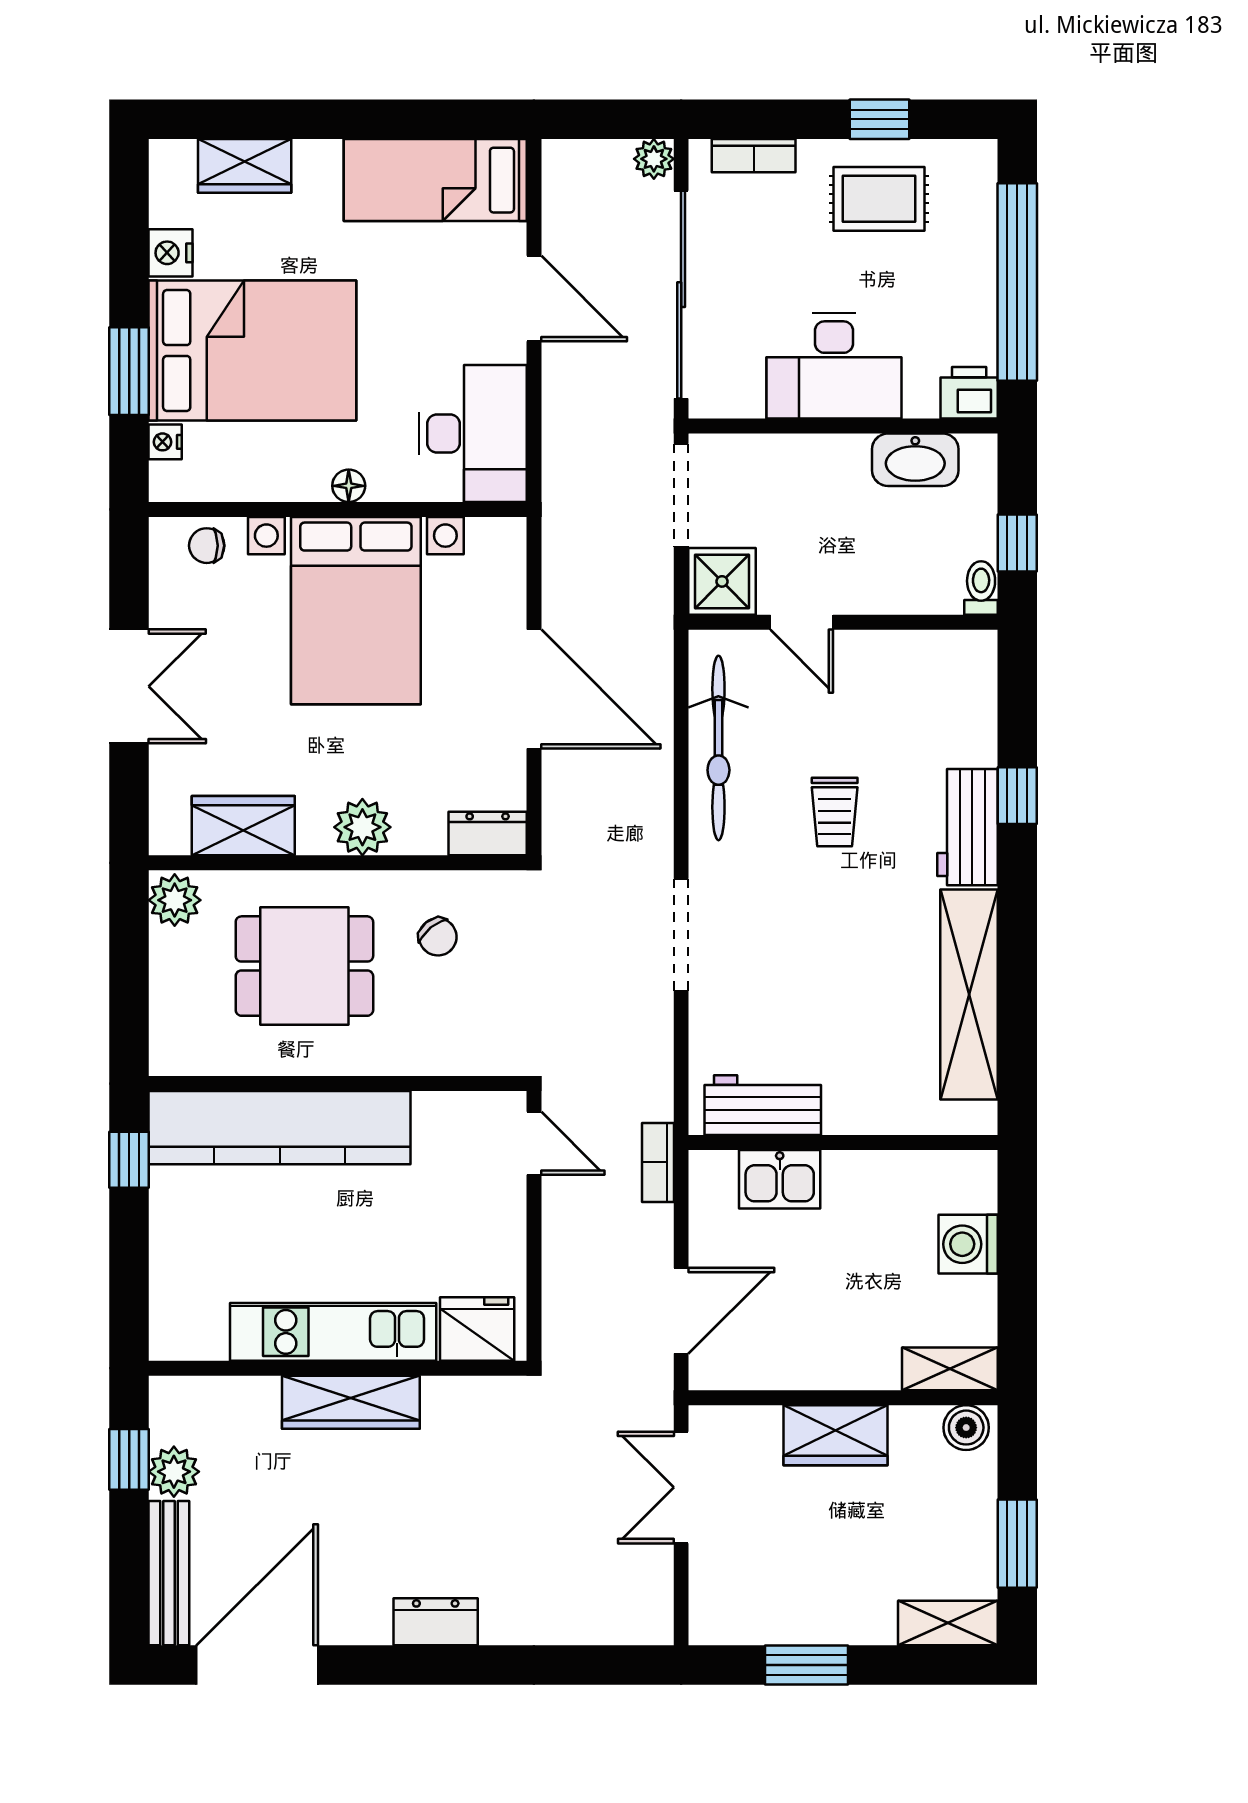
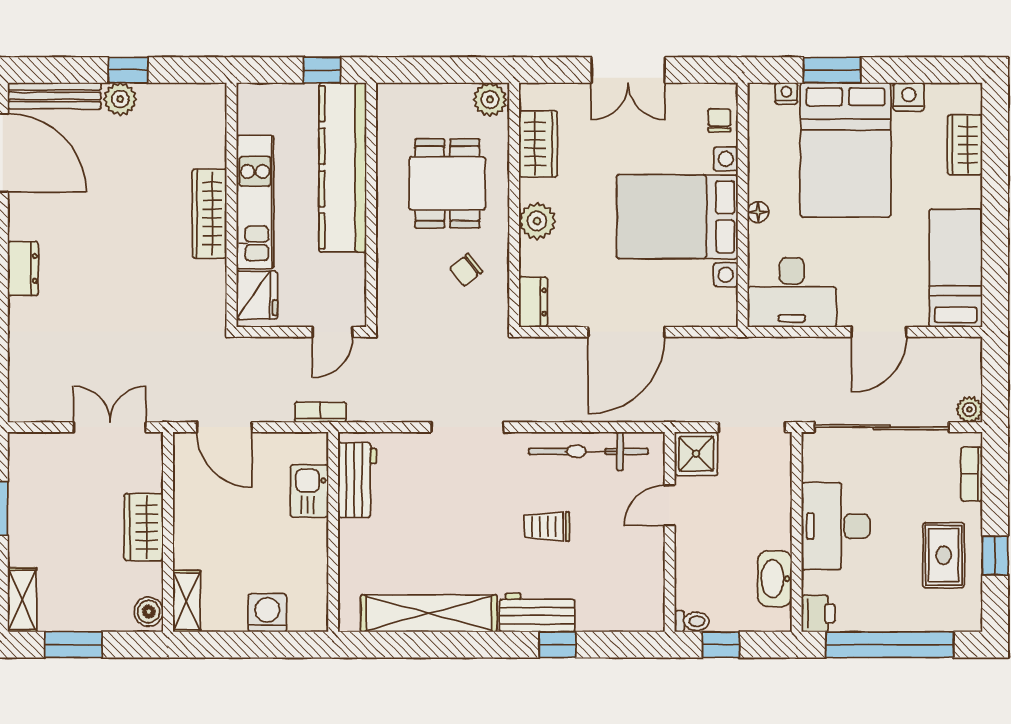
fridge: (477, 1329) -> (257, 295), moved
kitchen unit: (333, 1332) -> (255, 202), moved
wall: (338, 1368) -> (232, 205), moved
wardrobe: (351, 1402) -> (210, 214), moved

